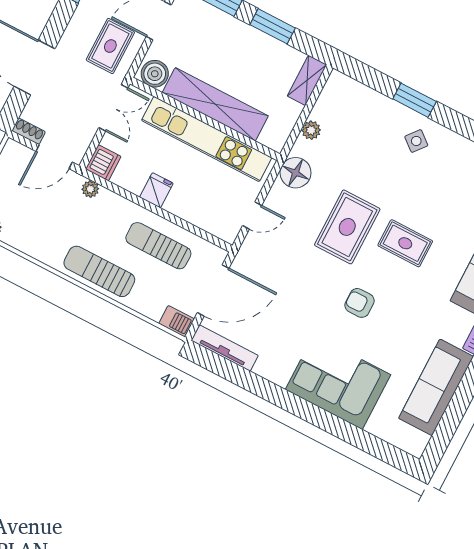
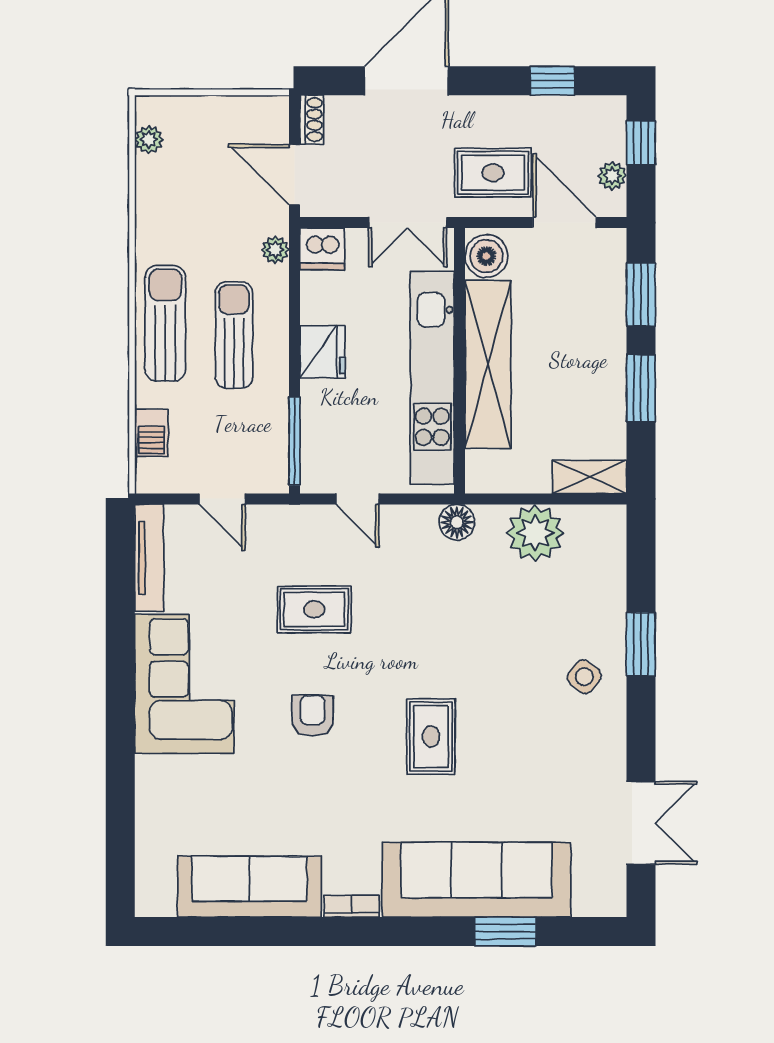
plant: (311, 130) -> (535, 533), width x1.88, depth x1.88
floor lamp: (296, 173) -> (457, 522), width x0.73, depth x0.73
fridge: (156, 190) -> (322, 352), width x1.38
rug: (347, 227) -> (314, 609), moved, width x0.73, depth x0.70
window: (202, 234) -> (294, 441), added
sun lounger: (158, 246) -> (234, 335), moved
door: (213, 290) -> (222, 499), width x0.53
barbecue: (176, 321) -> (151, 433), moved
corner sofa: (338, 382) -> (184, 684), moved

